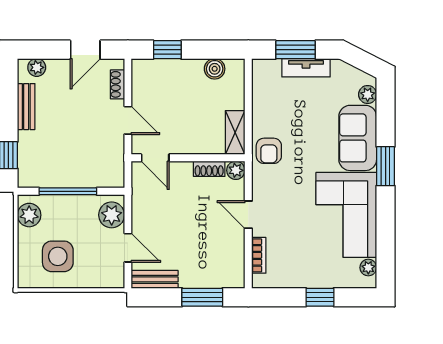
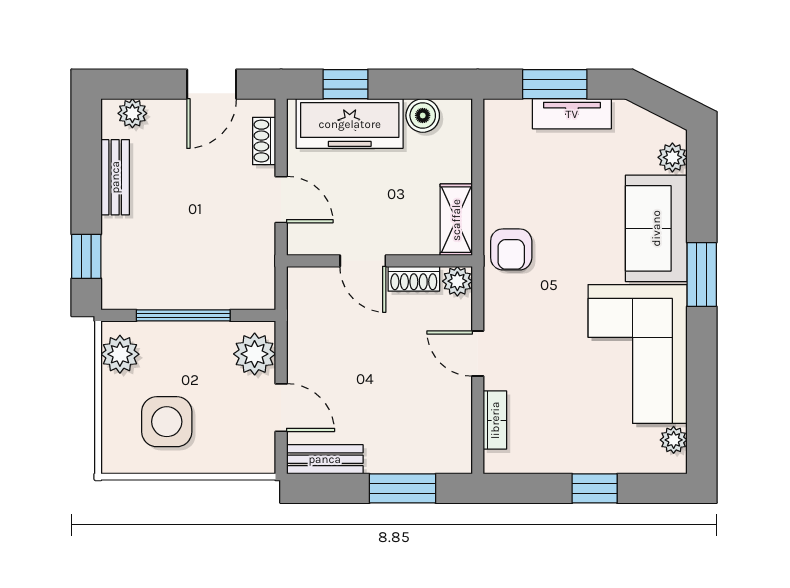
freezer: (170, 74) -> (350, 124), added
door: (155, 158) -> (363, 261), moved

